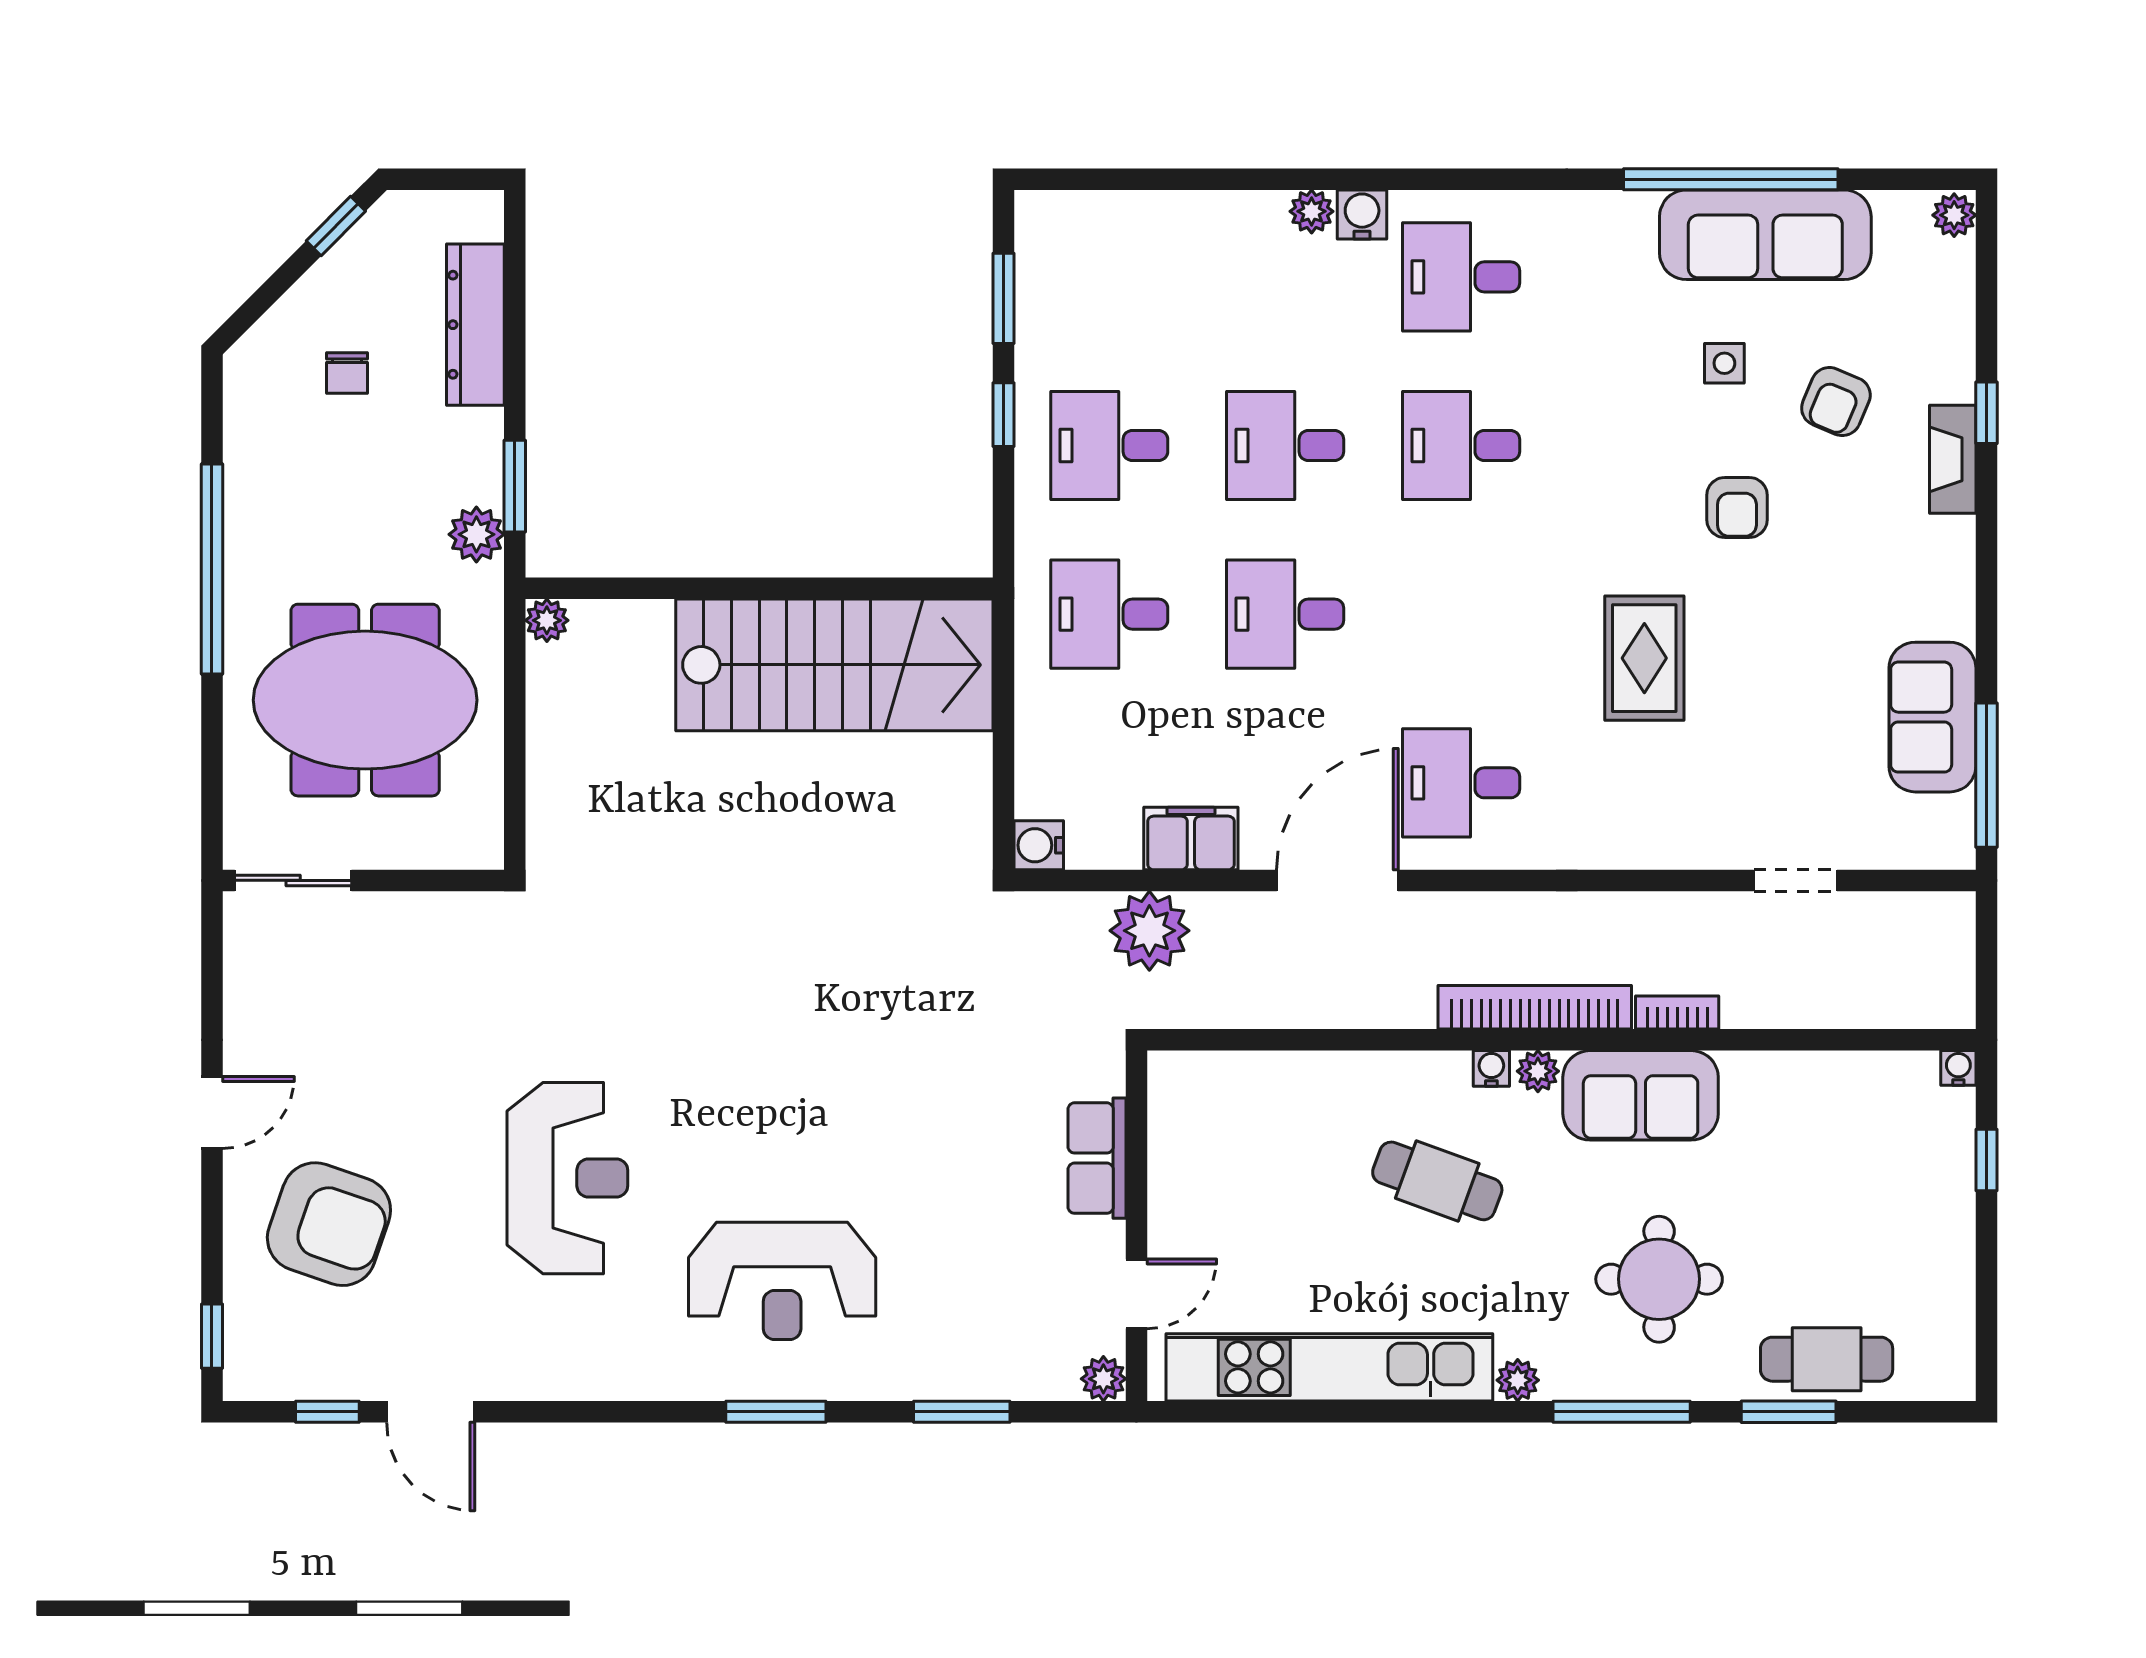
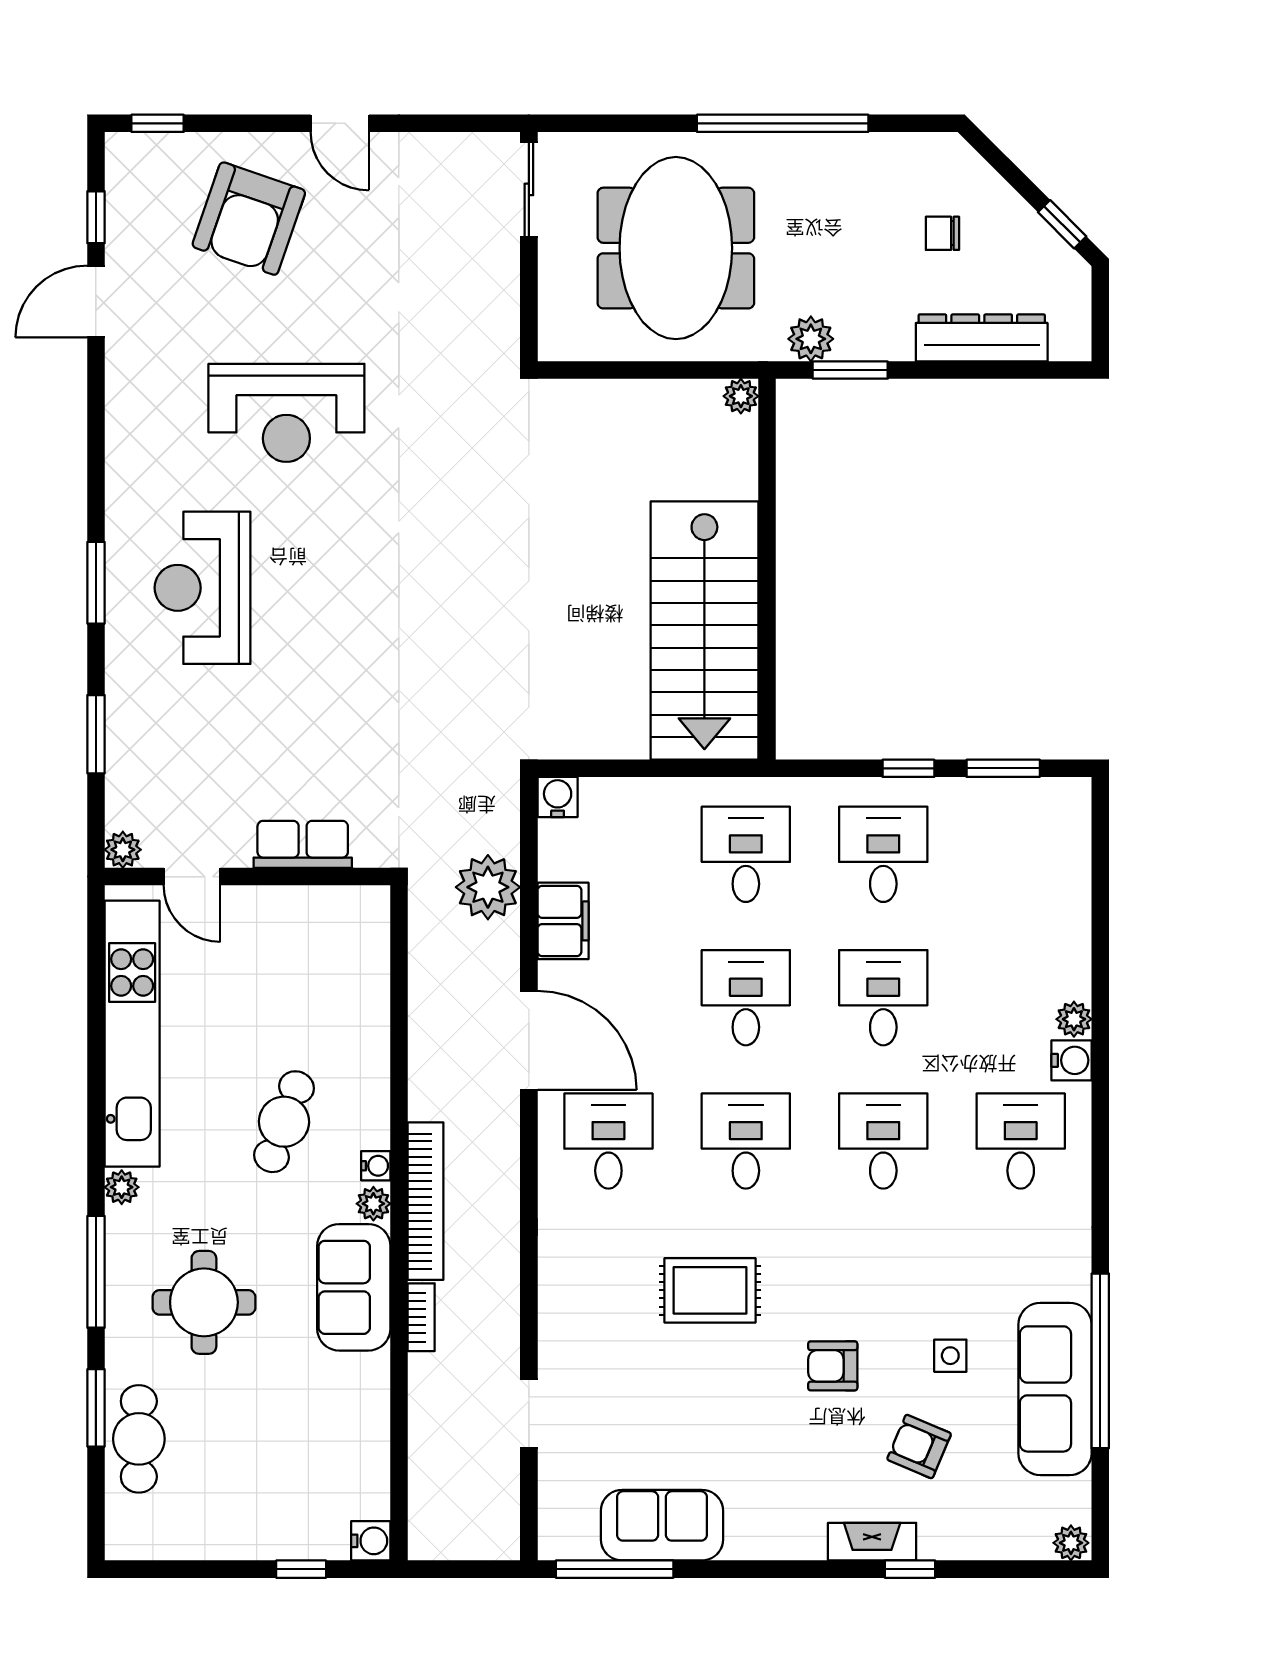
desk: (1461, 614) -> (746, 1141), added
water cooler: (1958, 1068) -> (371, 1541), width x1.38, depth x1.38

